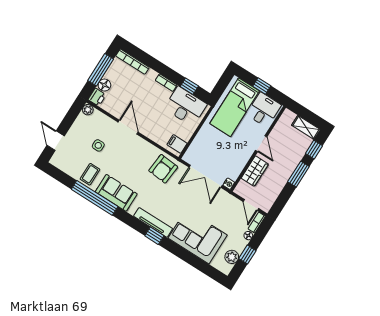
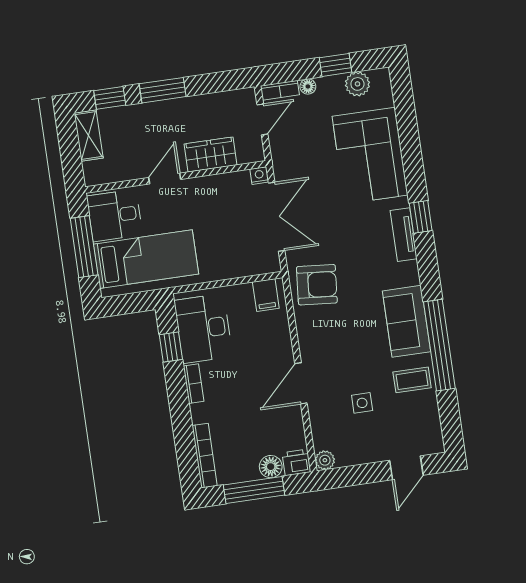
window: (262, 86) -> (84, 247), width x2.17
tv unit: (153, 222) -> (404, 235), width x0.71

